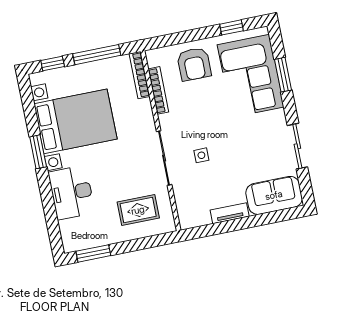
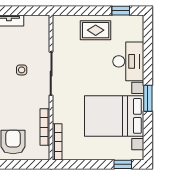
window: (97, 55) -> (87, 164), removed
rug: (138, 210) -> (96, 30), moved
window: (93, 253) -> (121, 11), width x0.67

